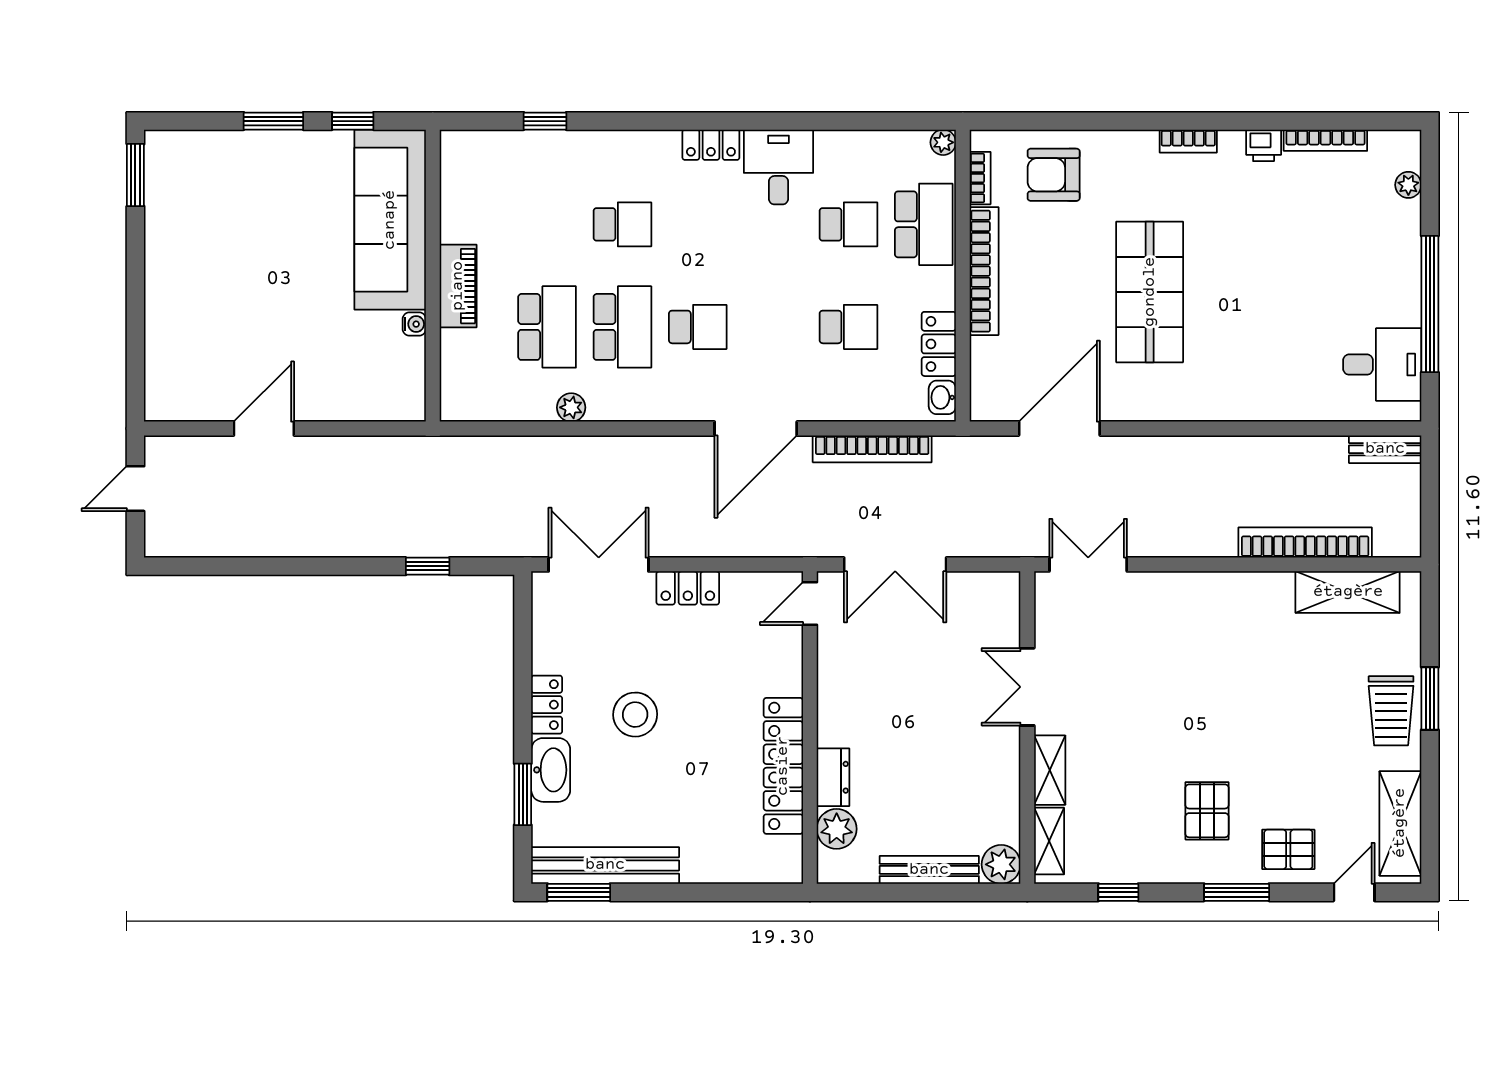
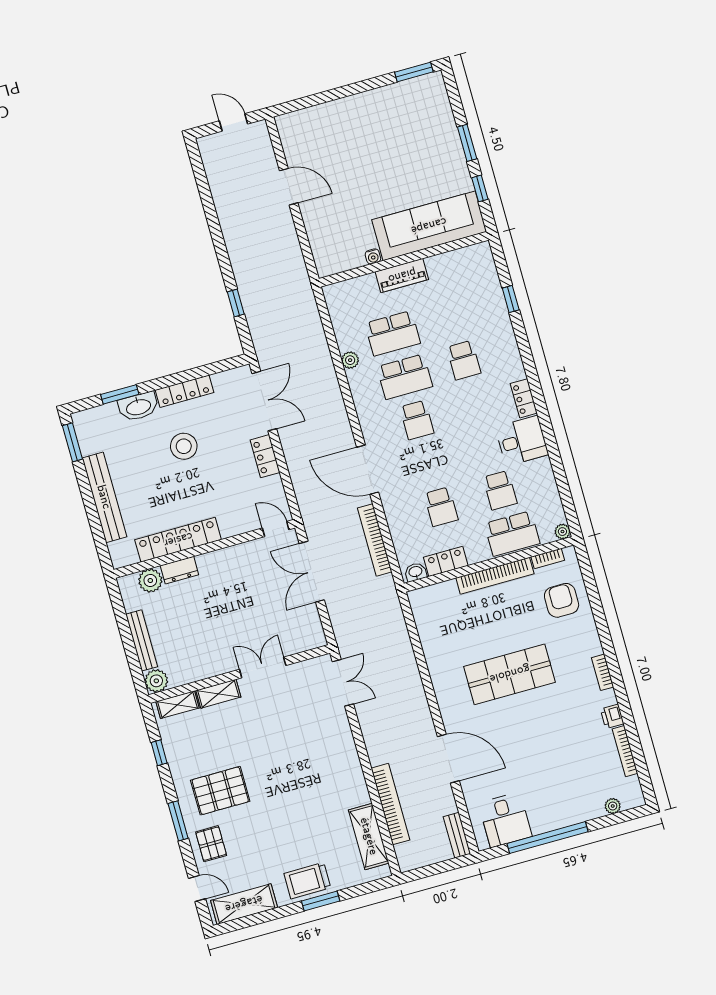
door: (1059, 429) -> (448, 759), moved
locker: (547, 705) -> (185, 391), width x1.53
pallet: (1207, 811) -> (220, 791), width x1.50, depth x1.42
bench: (605, 865) -> (104, 497), moved

